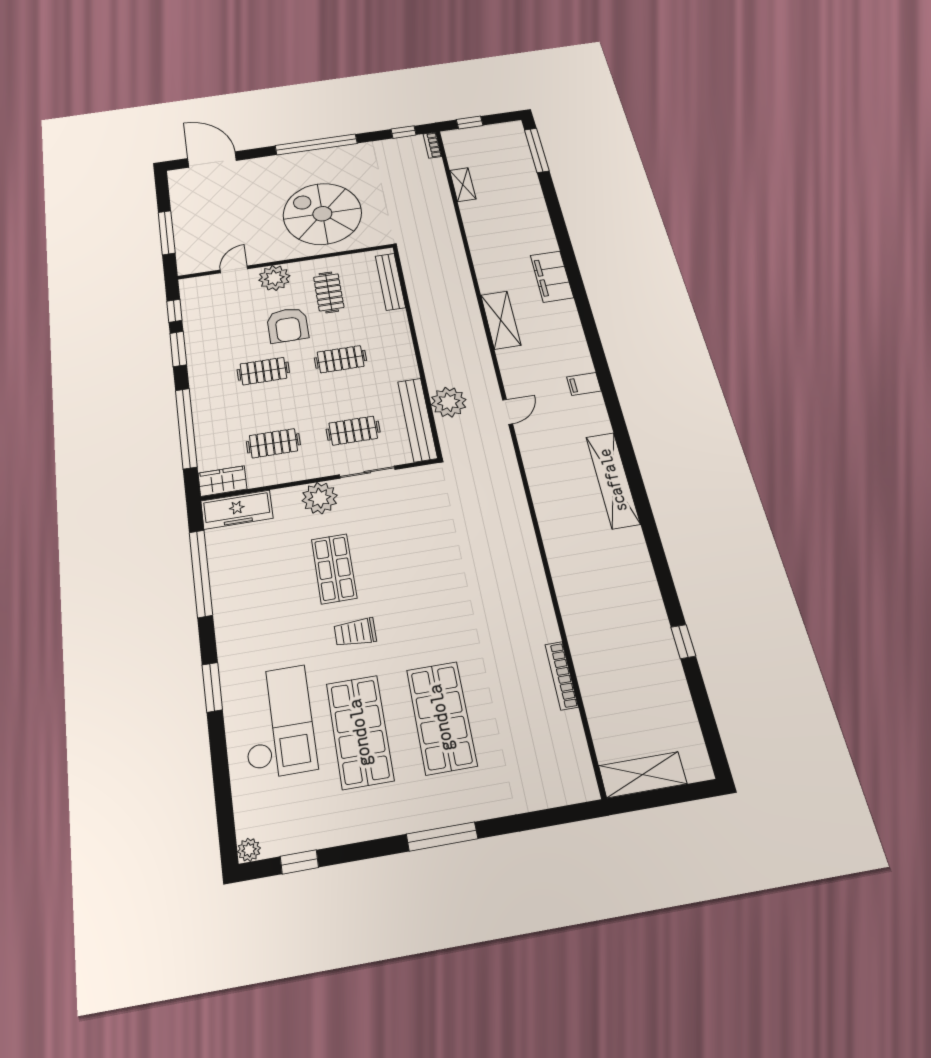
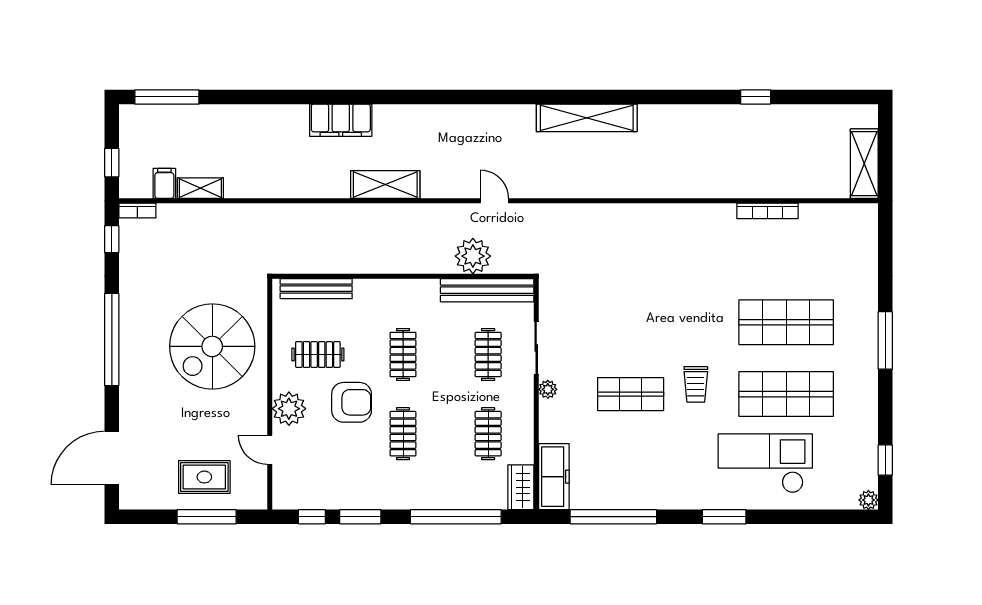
rug: (203, 226) -> (204, 477), added
filing cabinet: (584, 384) -> (164, 183), moved, turned 180
plant: (320, 498) -> (548, 389), width x0.53, depth x0.53

